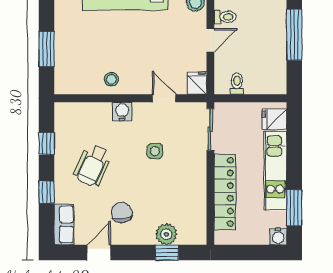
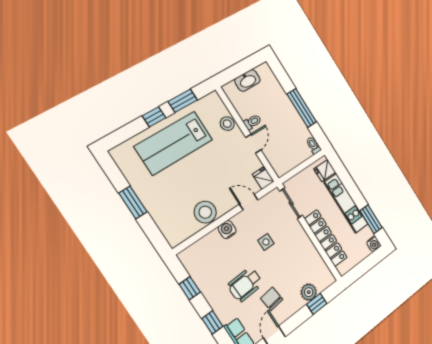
window: (47, 49) -> (133, 202), moved
stool: (111, 79) -> (205, 212), width x1.89, depth x1.89
toilet: (237, 84) -> (313, 145), moved
wheelchair: (93, 165) -> (245, 284), moved, turned 62

